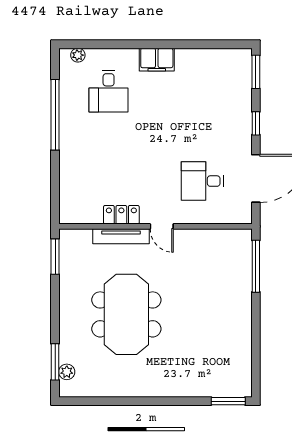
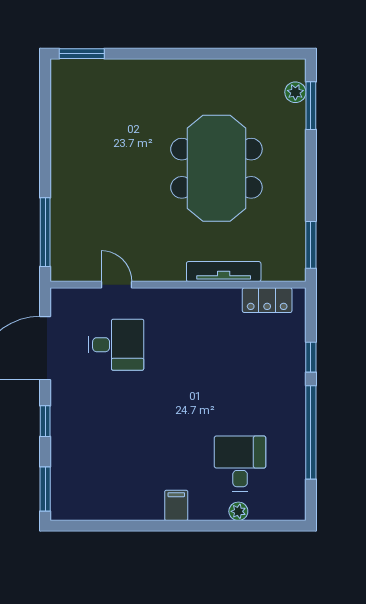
plant: (78, 55) -> (238, 511), moved
filing cabinet: (157, 60) -> (176, 505), width x0.50
window: (55, 172) -> (311, 357), added
locker: (121, 215) -> (267, 300), moved
door: (162, 226) -> (117, 285), moved

